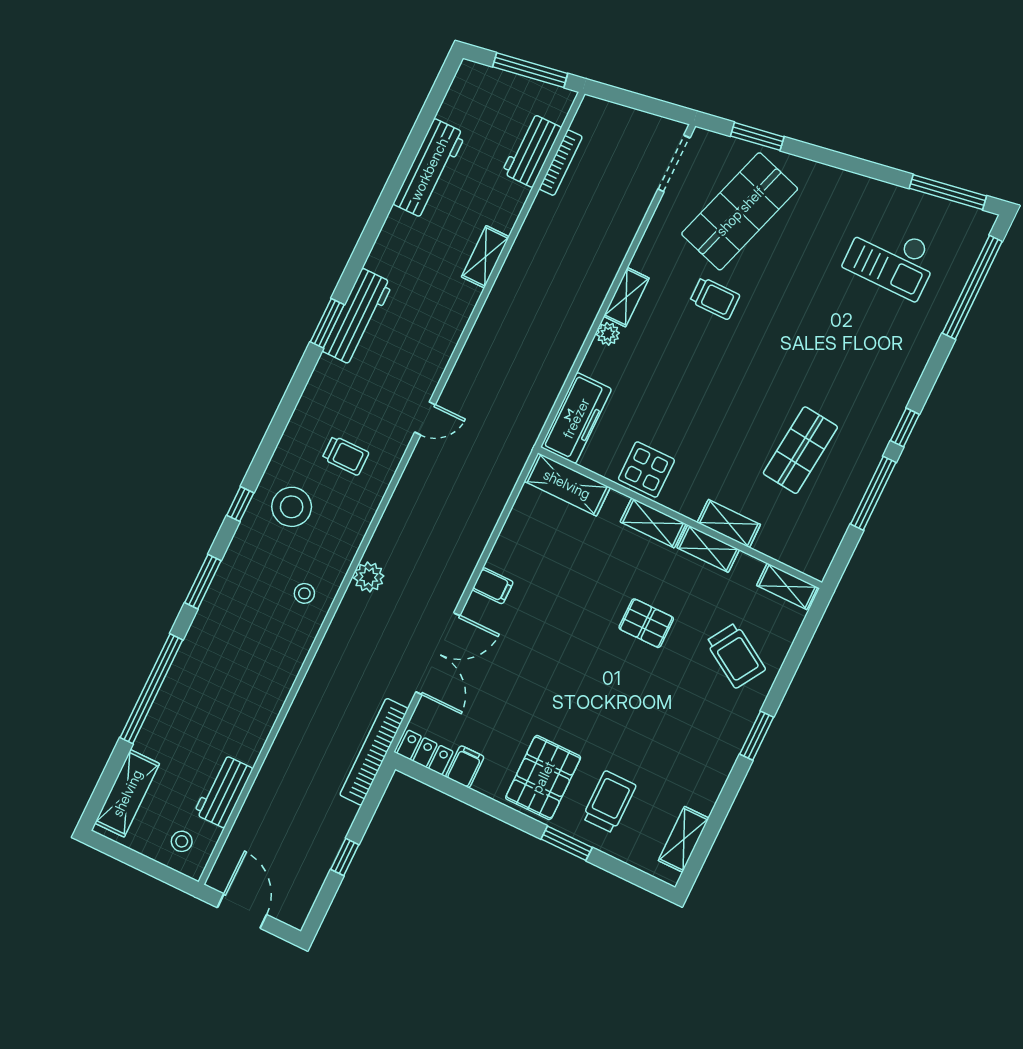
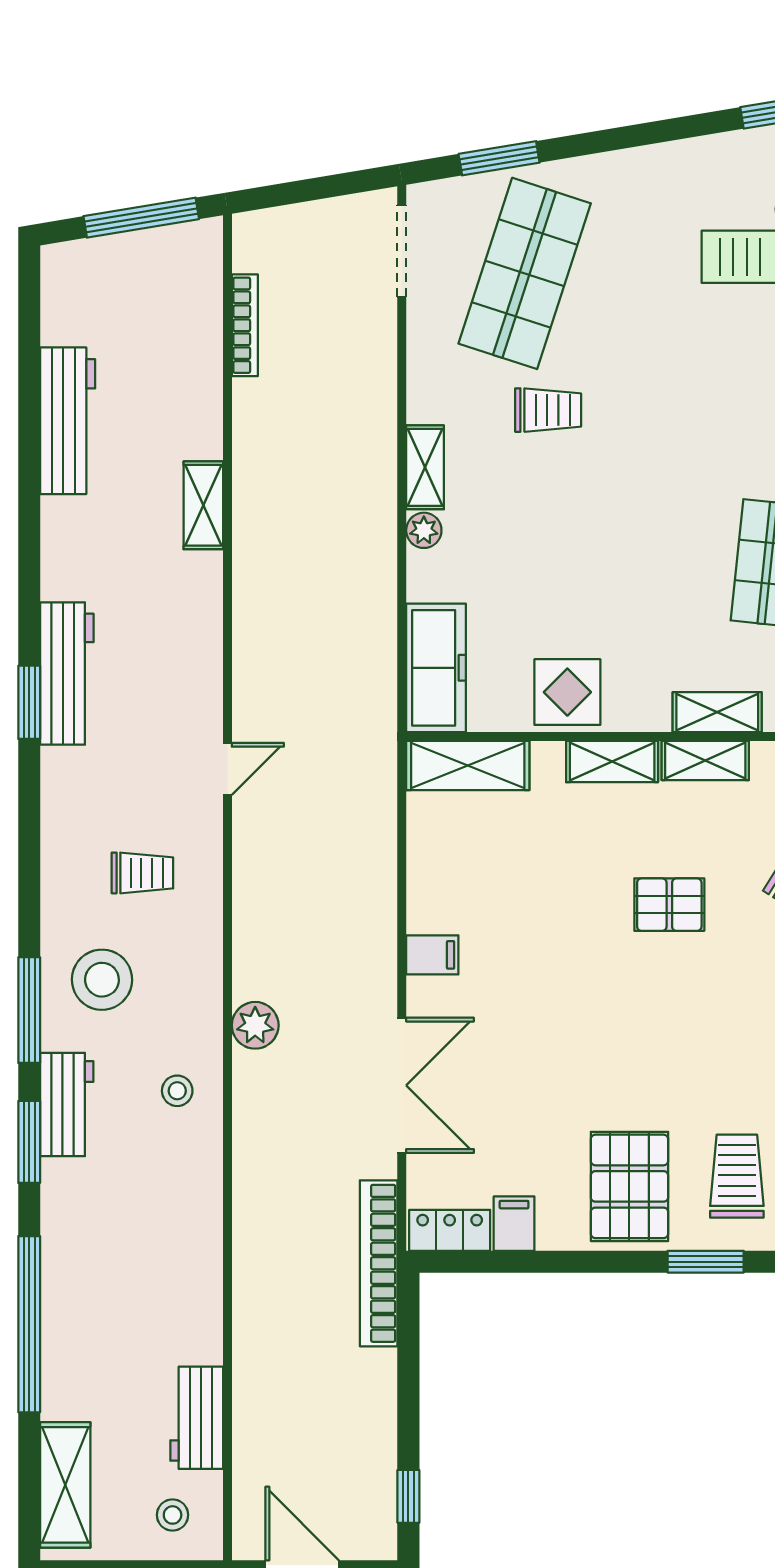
workbench: (532, 150) -> (67, 1105), moved, turned 180
window: (240, 504) -> (29, 1010), width x2.17
window: (345, 857) -> (408, 1496), moved

